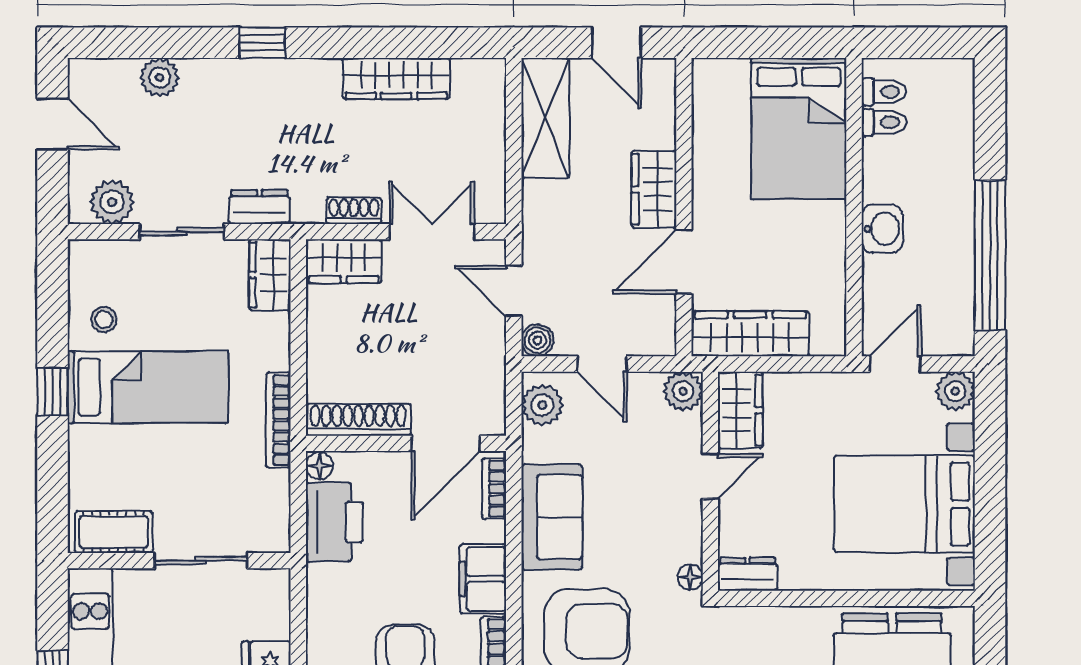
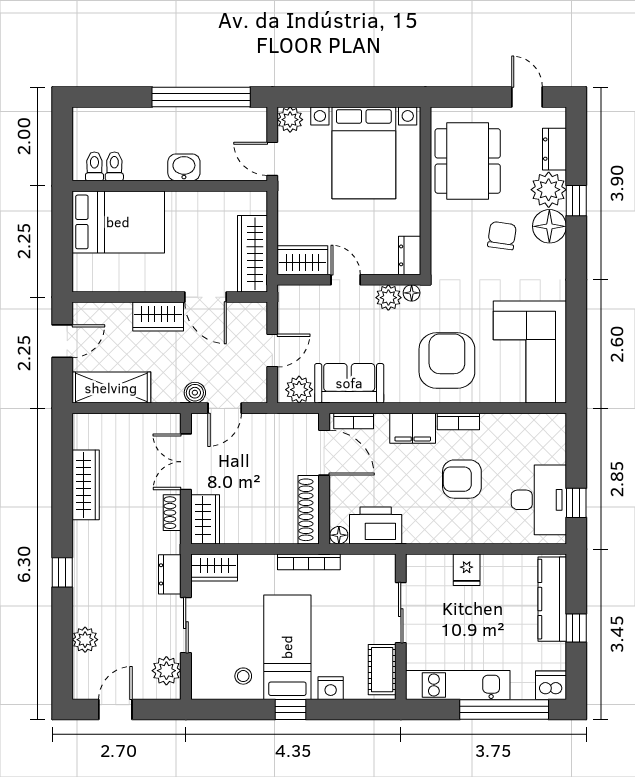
boiler: (537, 340) -> (195, 393), moved
plant: (683, 391) -> (388, 298), moved
nightstand: (85, 453) -> (331, 688), added
sofa: (552, 517) -> (349, 383), moved

